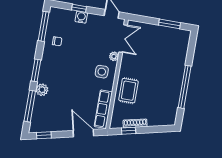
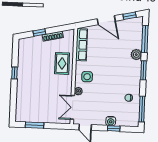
window: (185, 87) -> (14, 73), width x0.32
window: (129, 131) -> (39, 33), moved
door: (83, 133) -> (106, 20), moved

